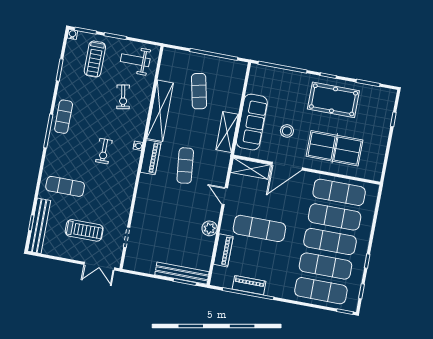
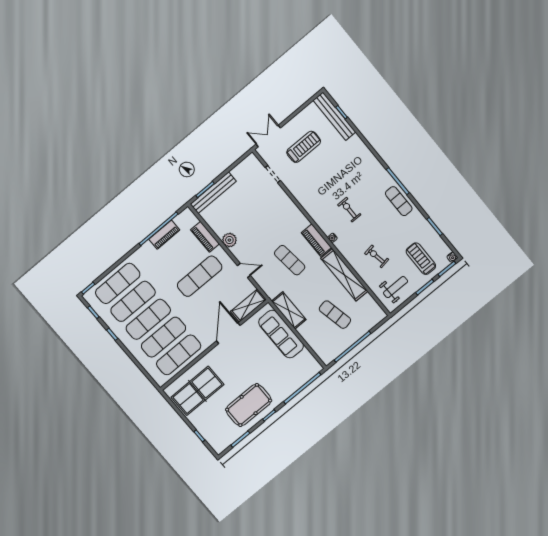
stool: (287, 131) -> (254, 354), removed
table tennis table: (335, 148) -> (197, 391), moved
exercise mat: (65, 186) -> (347, 160), removed
treadmill: (84, 230) -> (304, 147), turned 180

